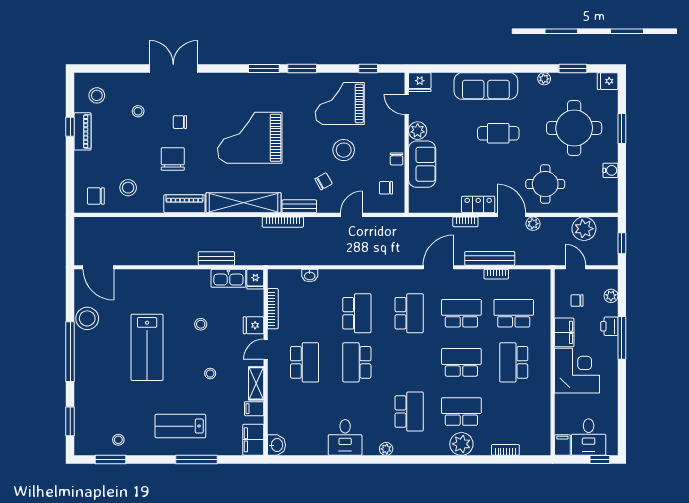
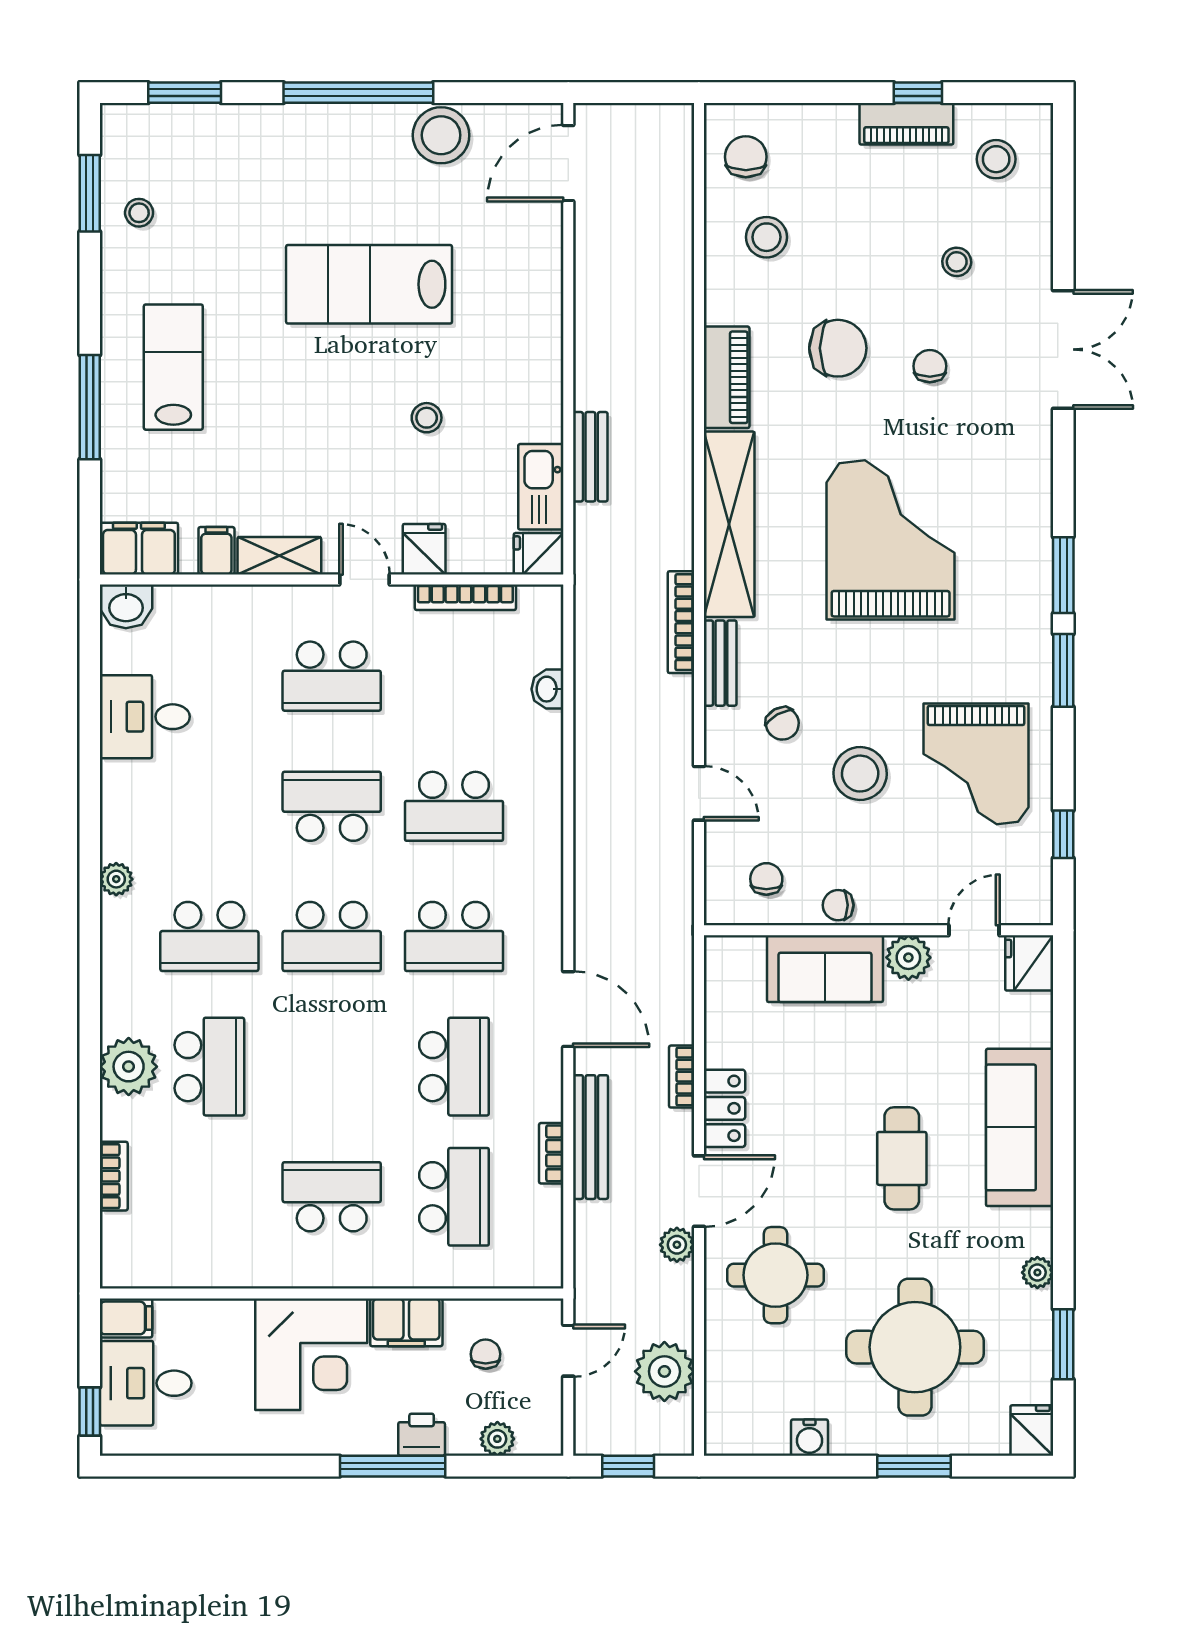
grand piano: (340, 103) -> (976, 764), turned 180
school desk: (461, 362) -> (332, 936), moved, turned 90
stool: (210, 374) -> (304, 441), removed
desk: (345, 437) -> (145, 717), moved

